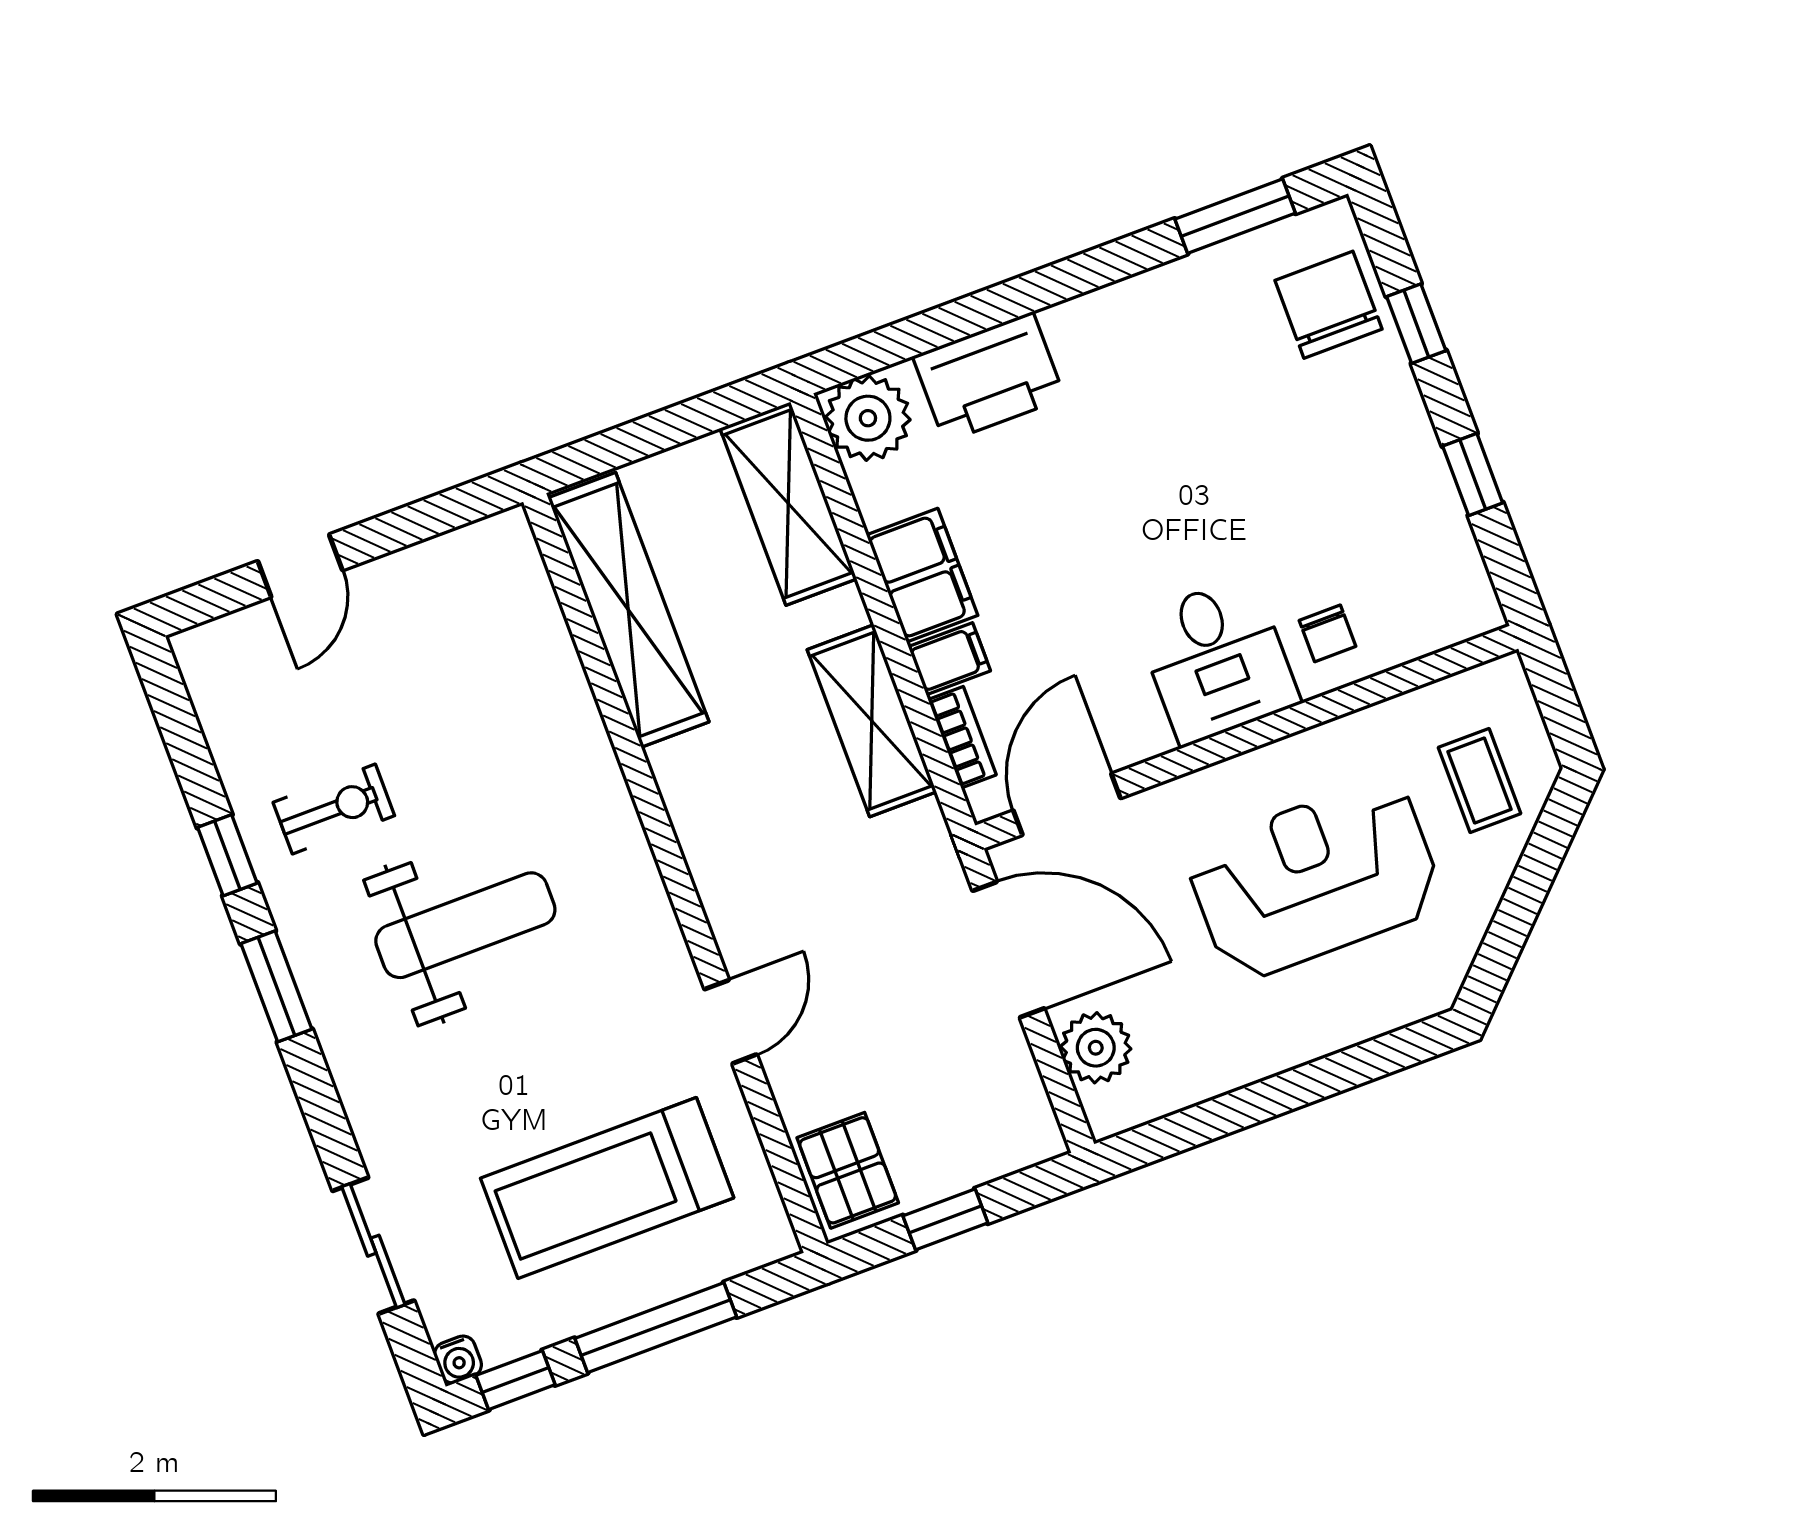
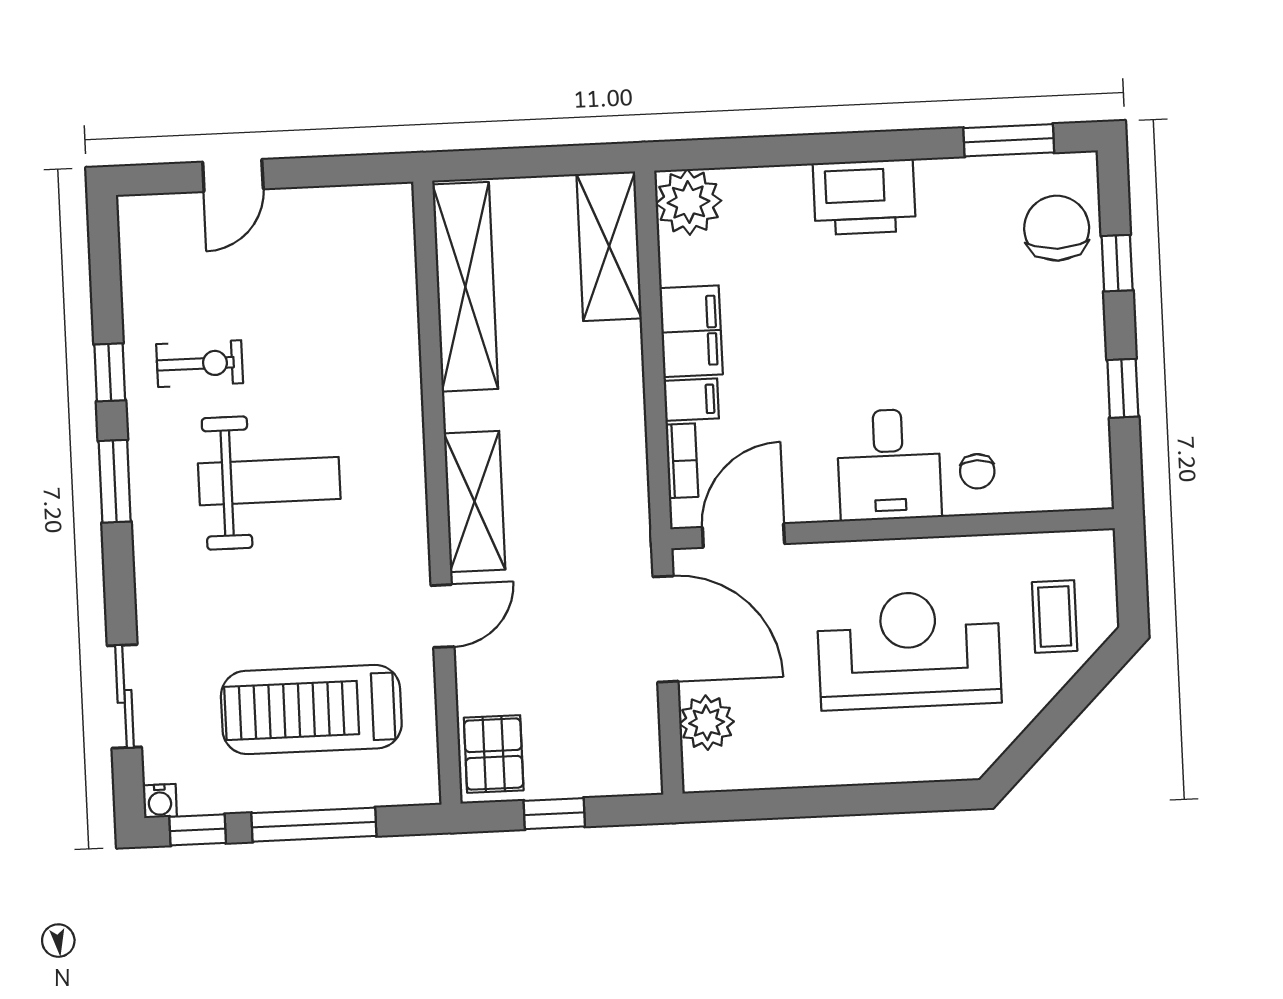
printer: (989, 377) -> (864, 197), moved
shelving: (872, 721) -> (475, 501), moved

